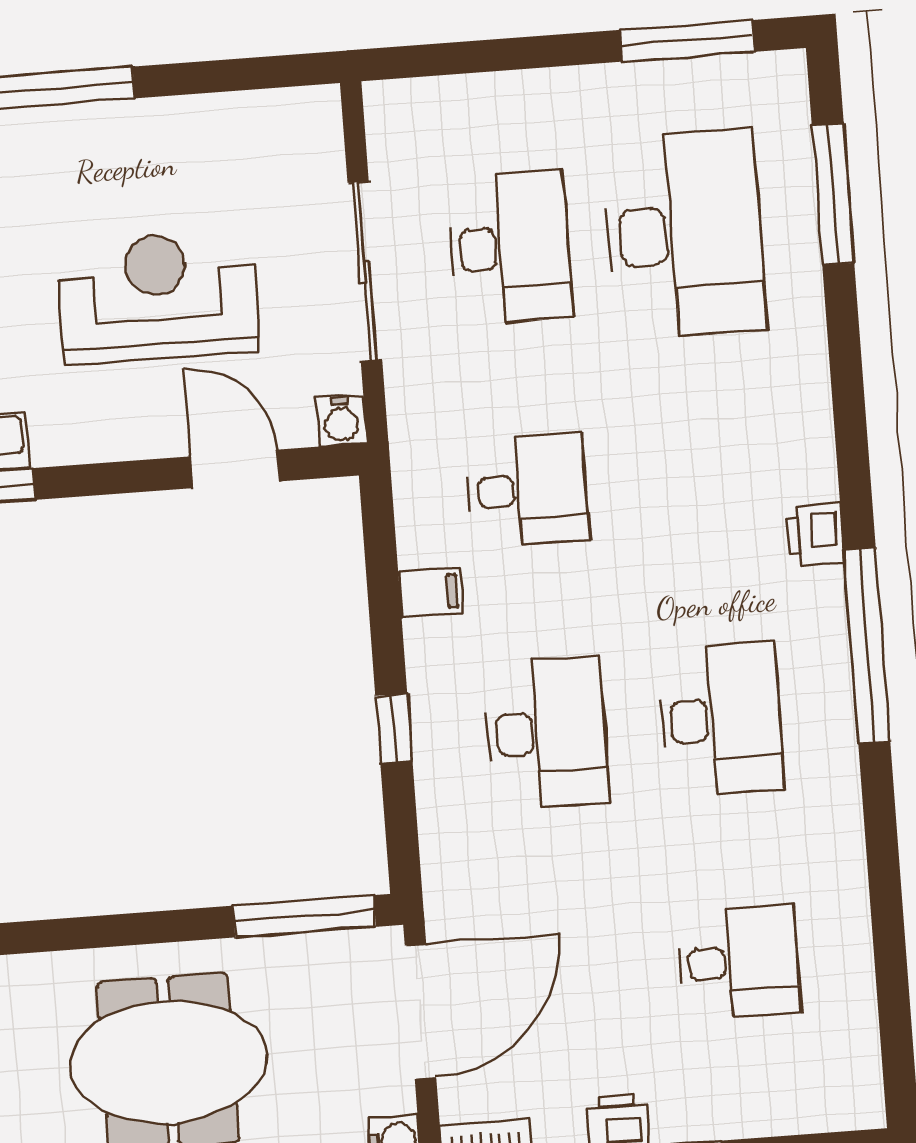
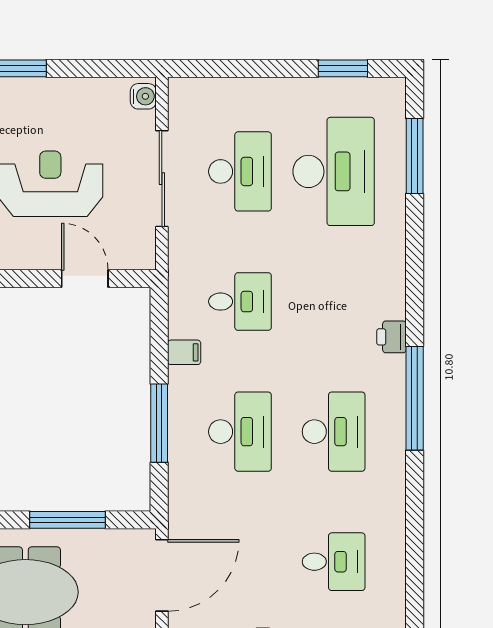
window: (687, 41) -> (343, 68), width x0.69
water cooler: (341, 421) -> (143, 96), moved, turned -90
window: (394, 728) -> (159, 423), width x2.17
window: (304, 916) -> (67, 520), moved

